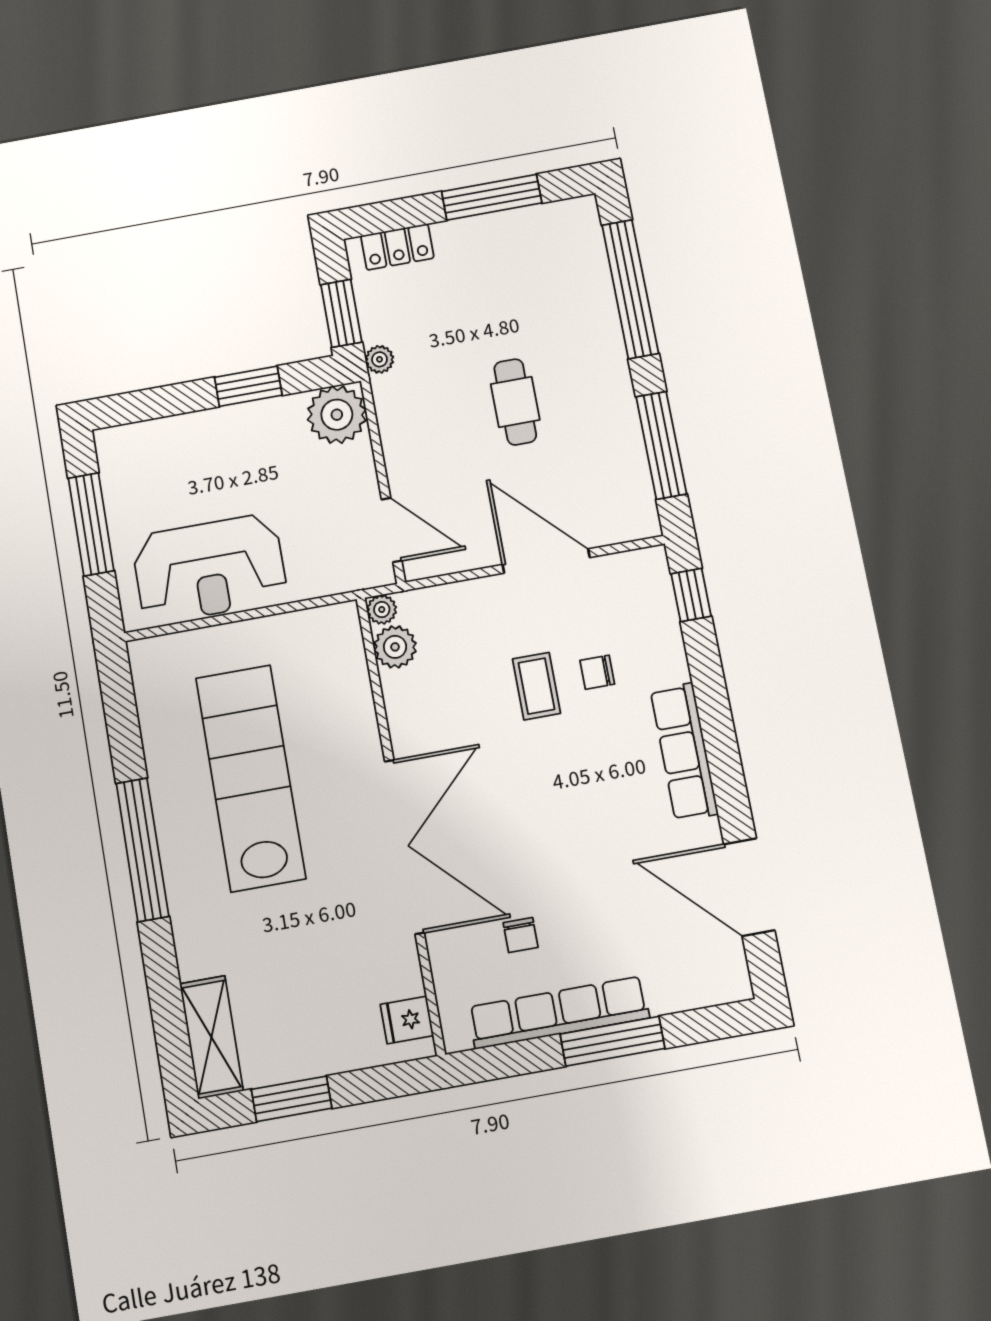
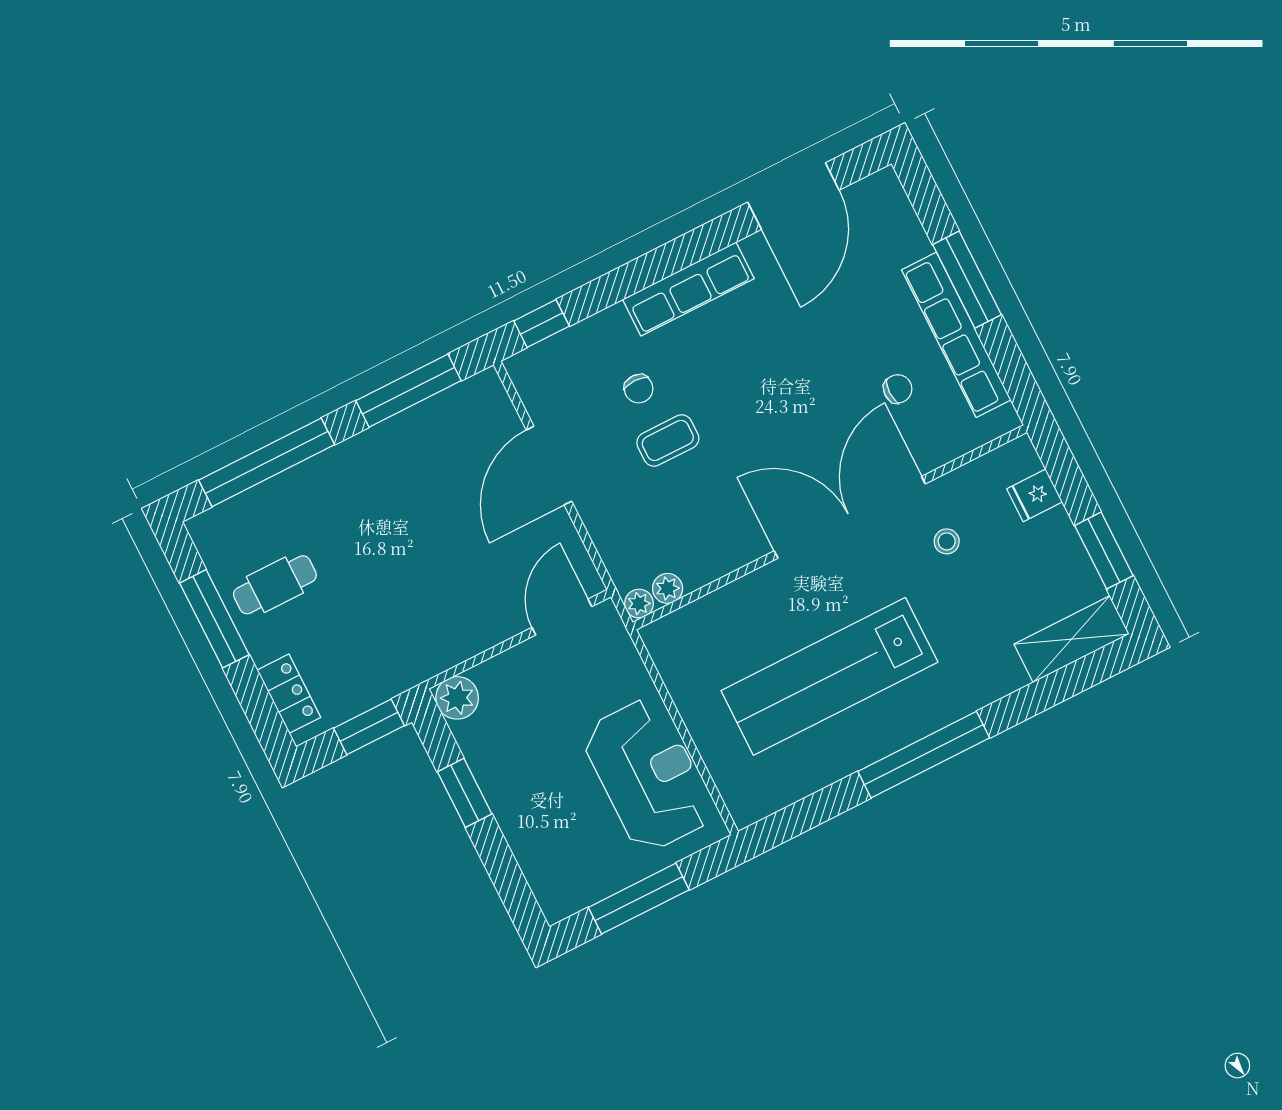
plant: (379, 359) -> (403, 677), removed
cafe table: (515, 402) -> (275, 585), moved
plant: (337, 415) -> (457, 698), width x0.73, depth x0.73
plant: (395, 647) -> (668, 588), width x0.73, depth x0.73
stool: (350, 938) -> (947, 541), added
fridge: (407, 1020) -> (1035, 495), moved, turned 90

